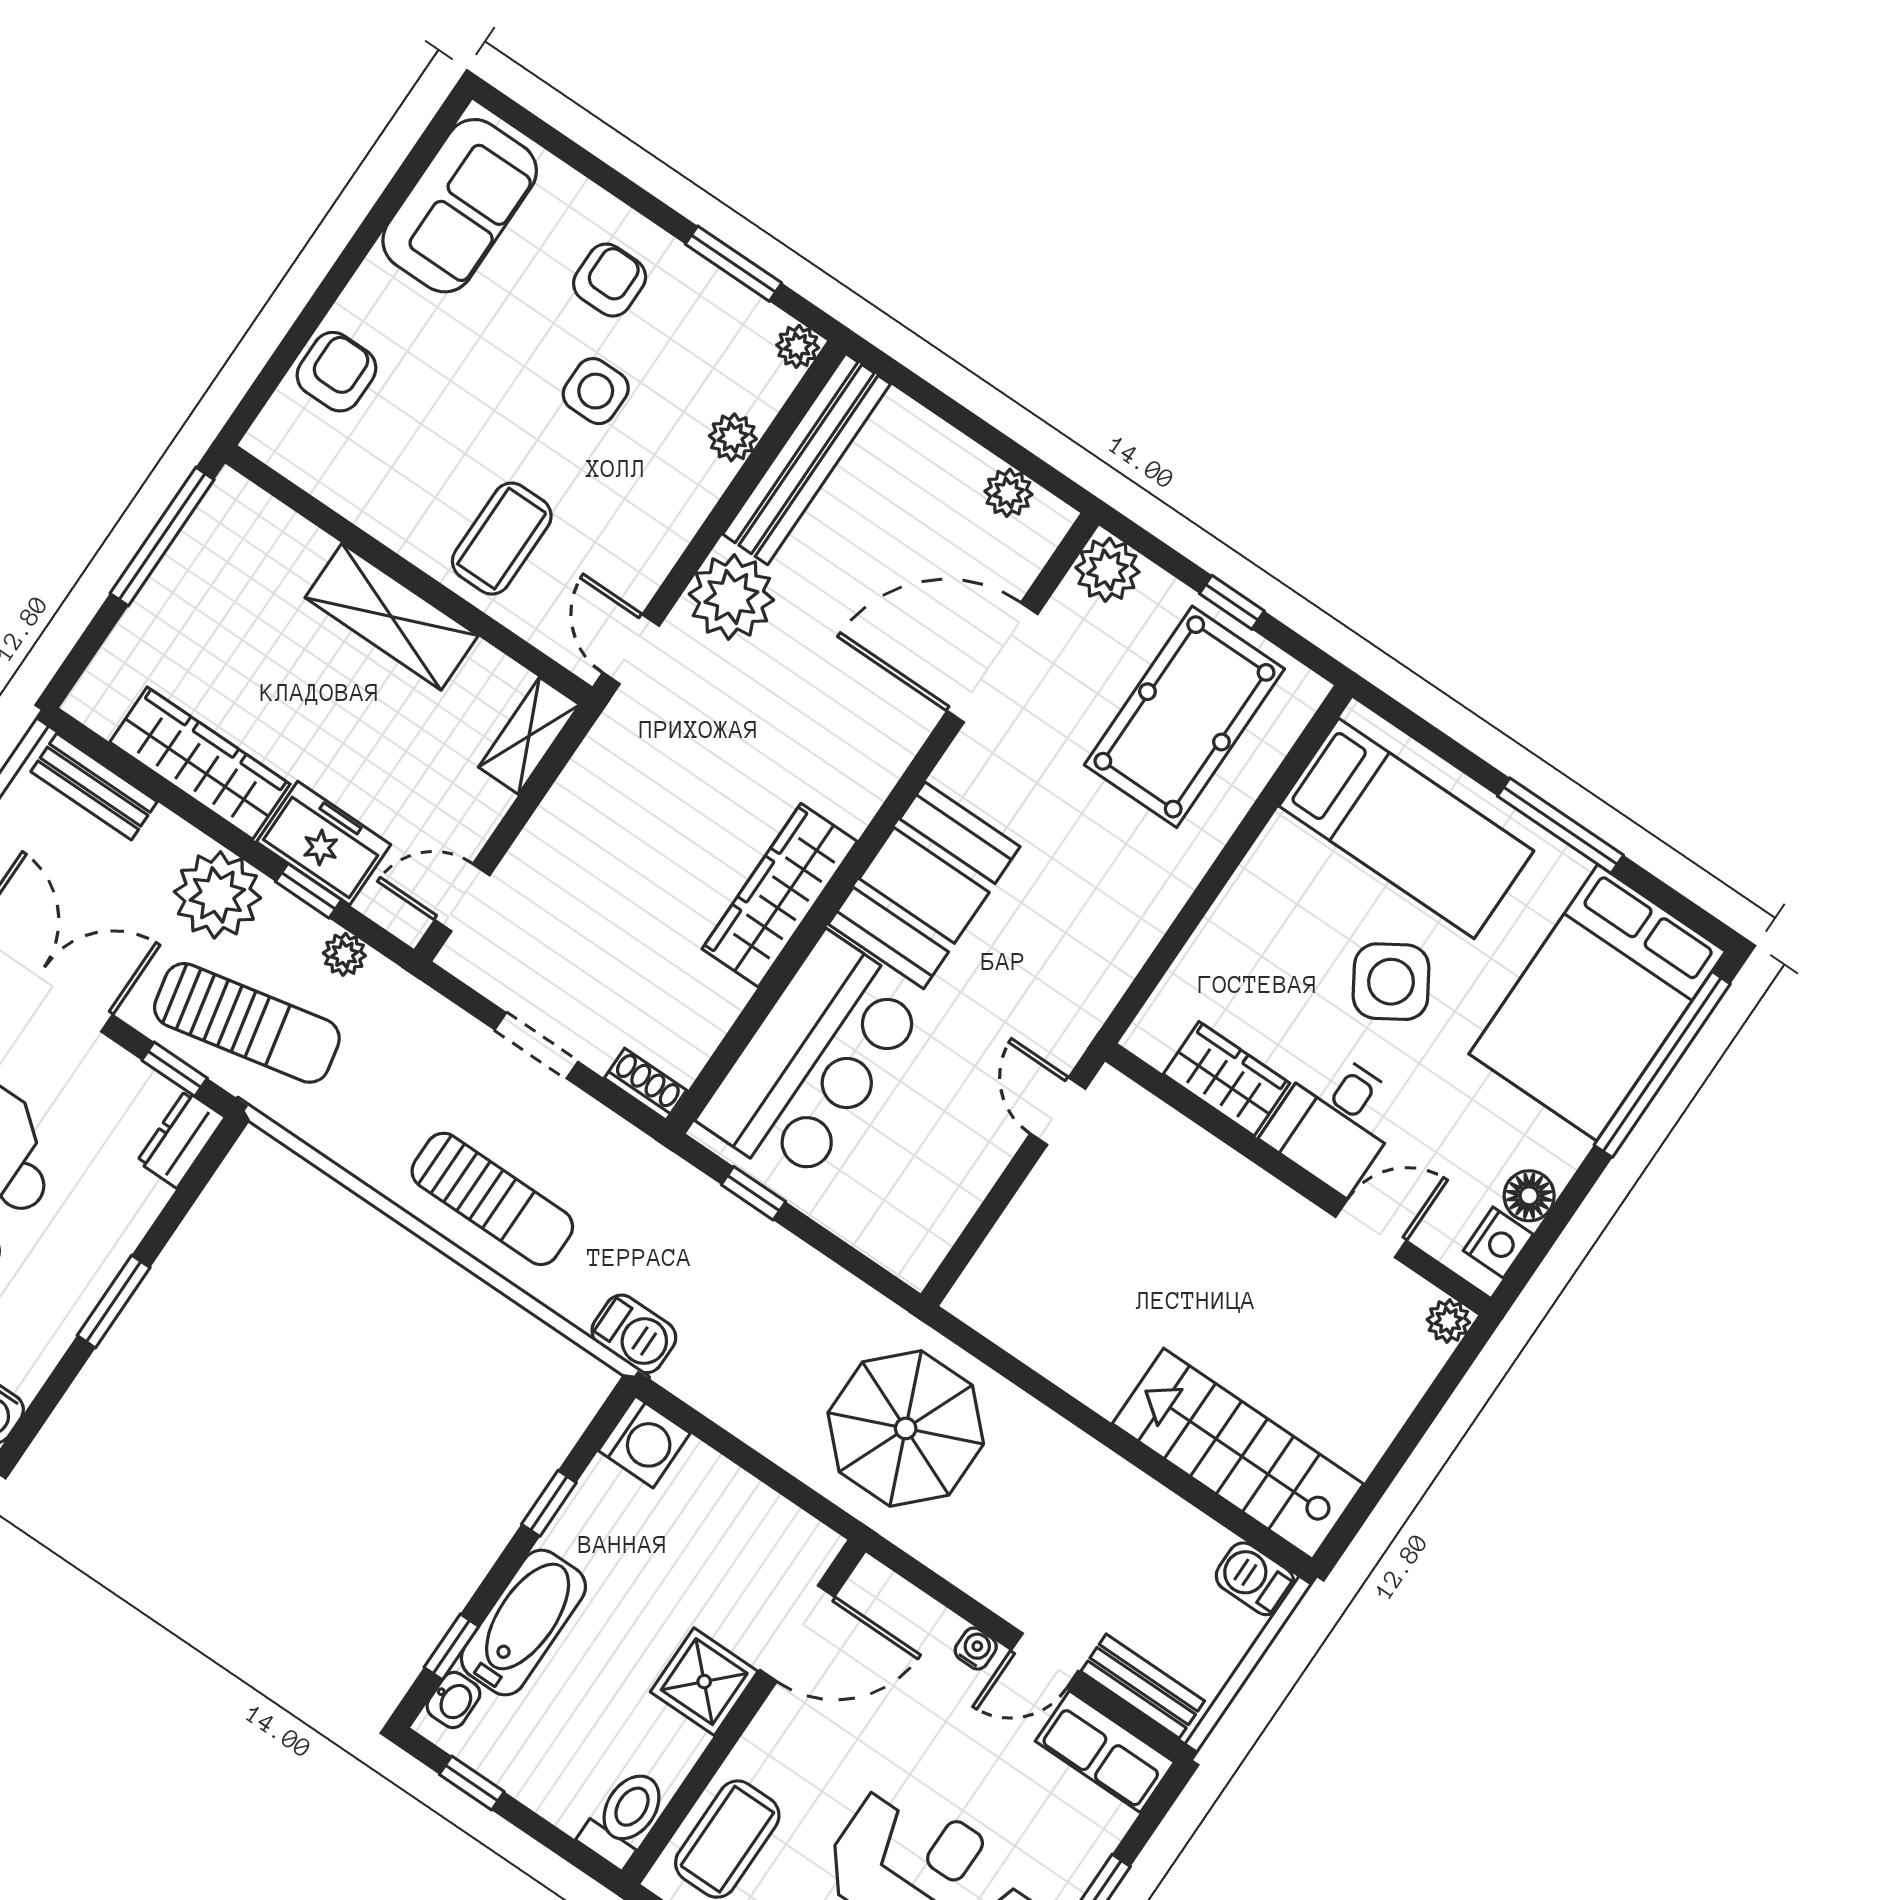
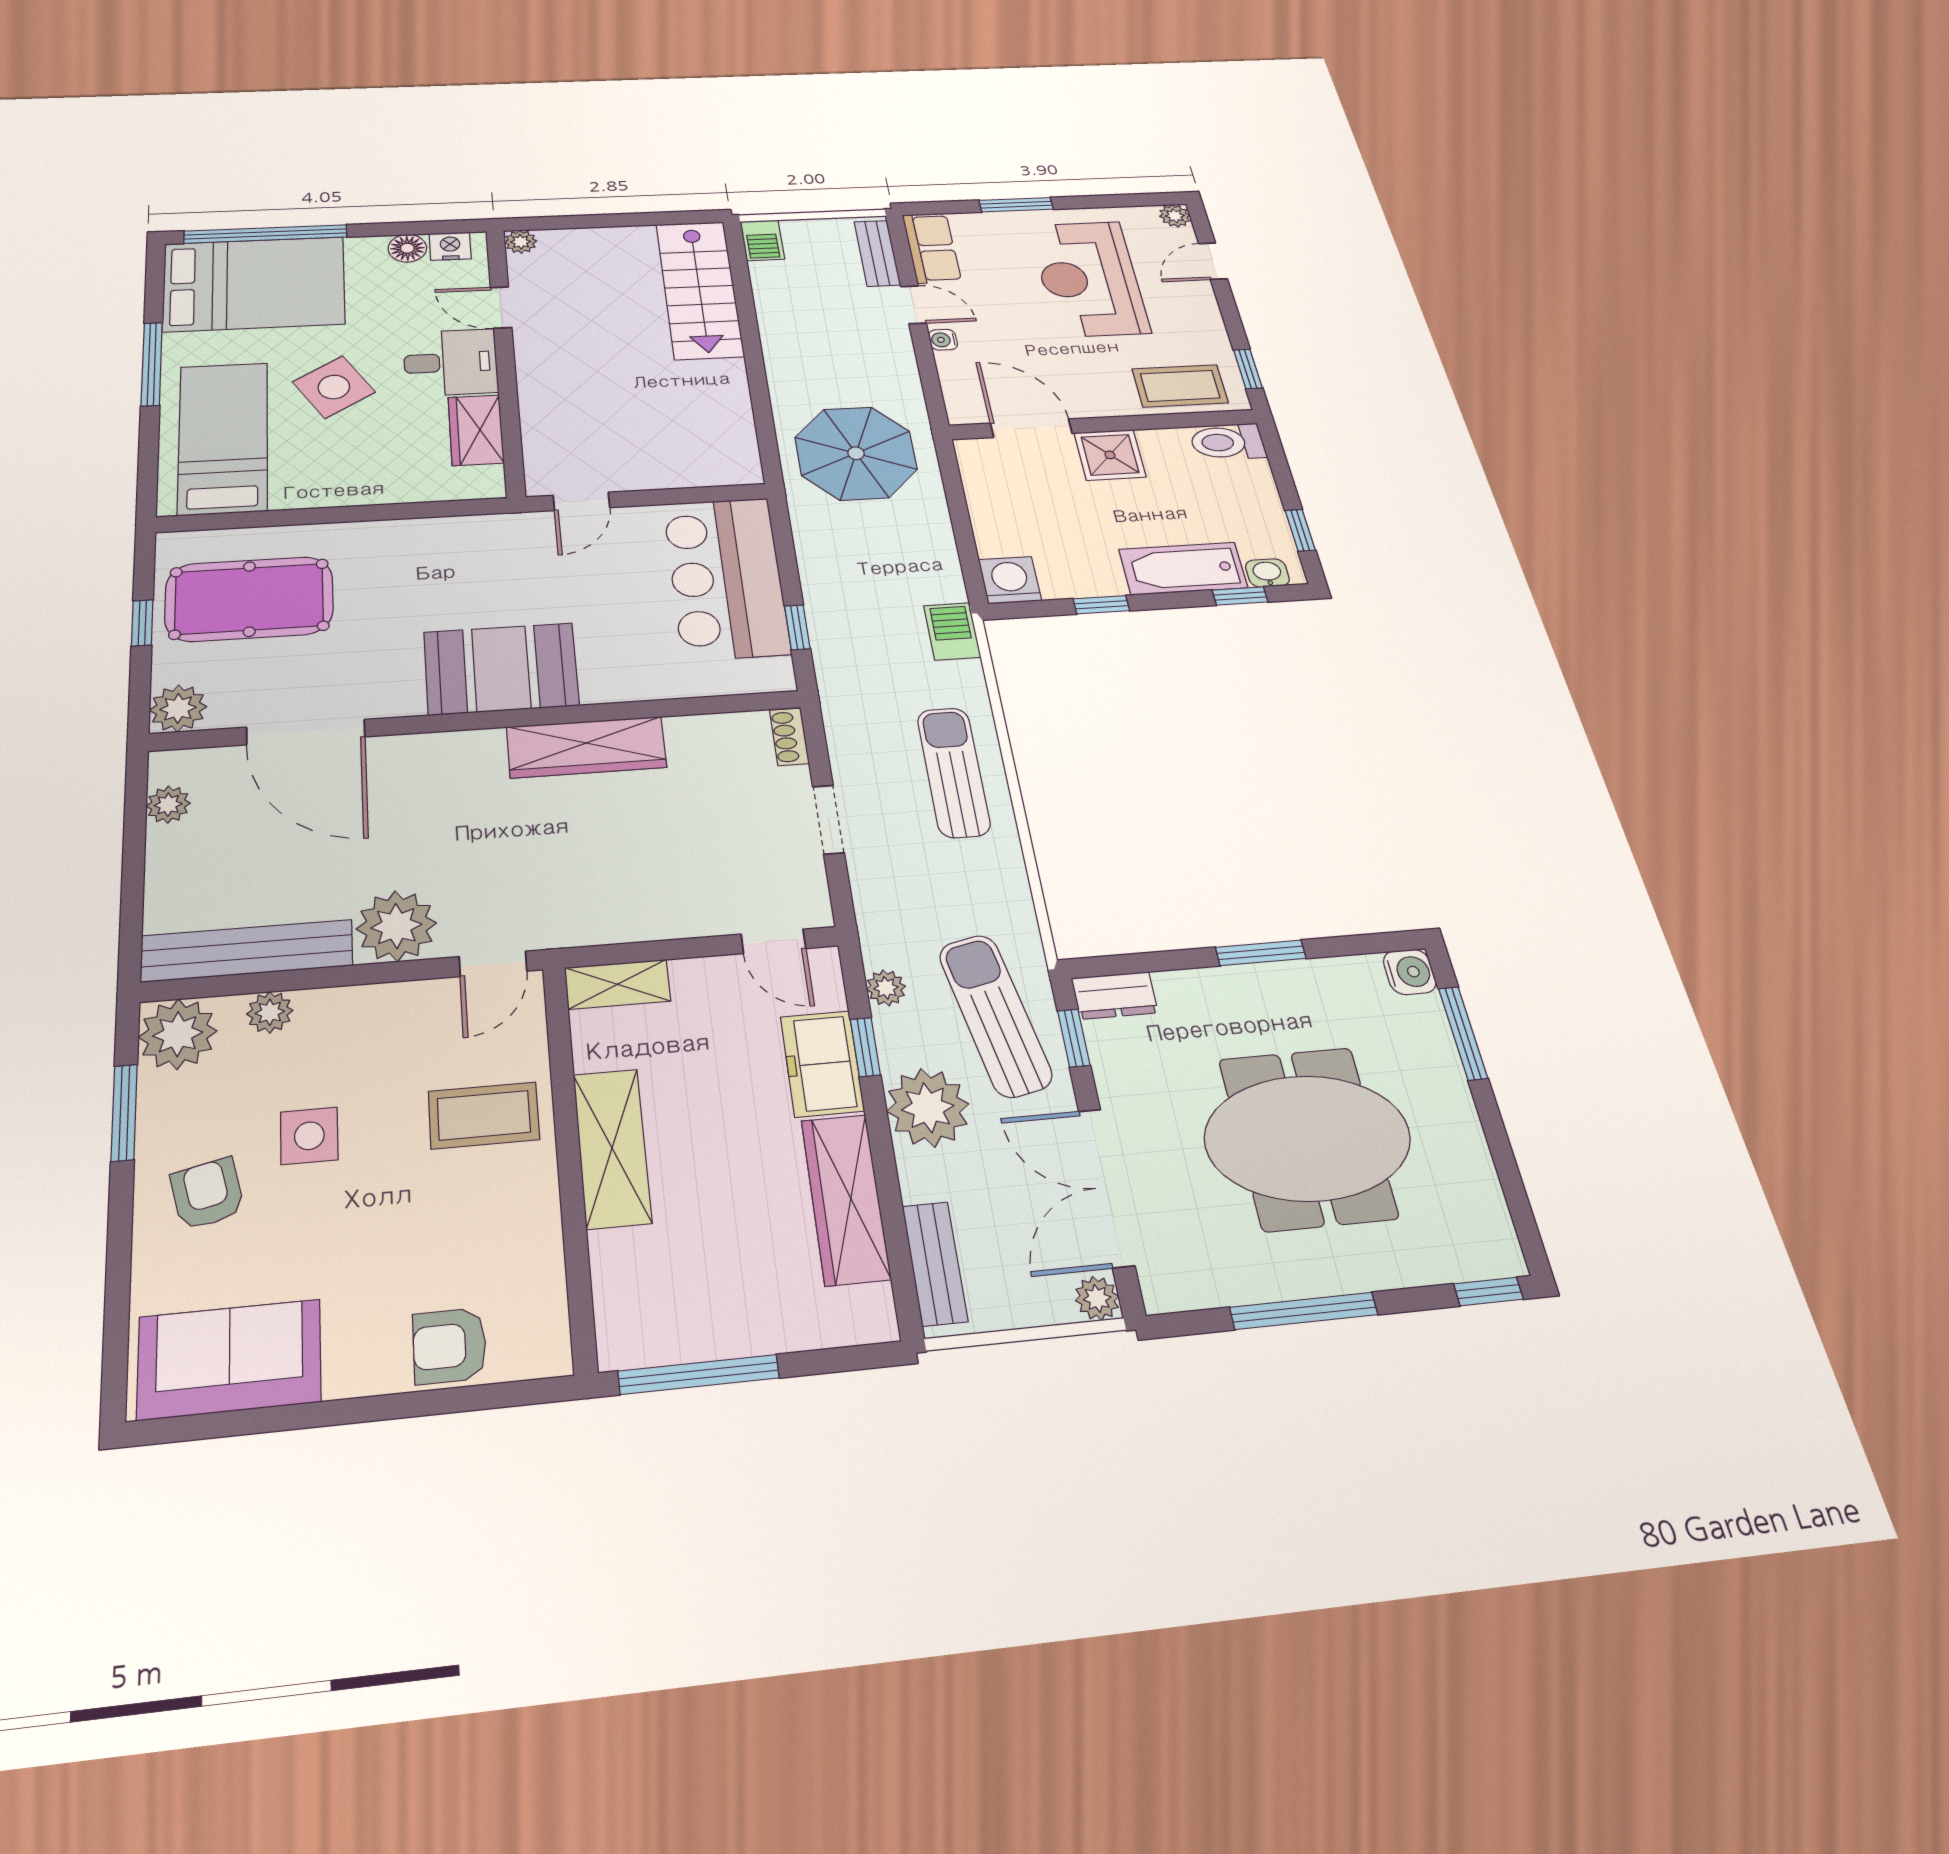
armchair: (610, 280) -> (207, 1194), turned 77
plant: (798, 346) -> (178, 1034), width x1.87, depth x1.87
bar counter: (814, 1061) -> (726, 578), moved, turned -90

